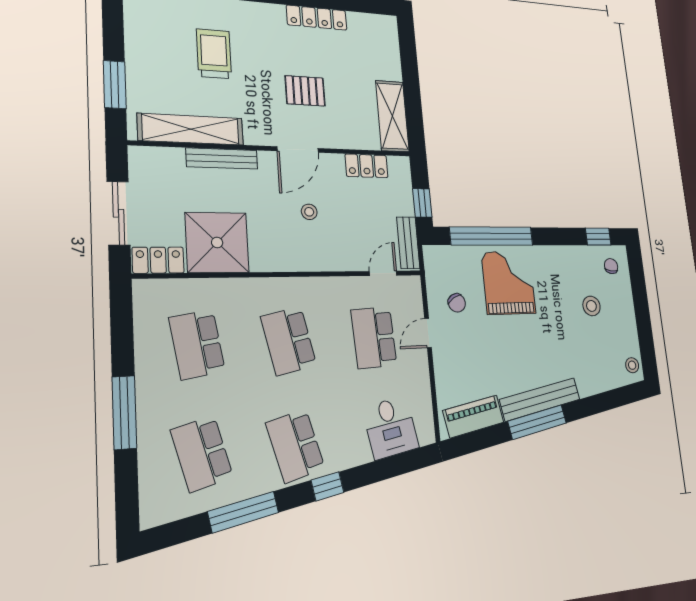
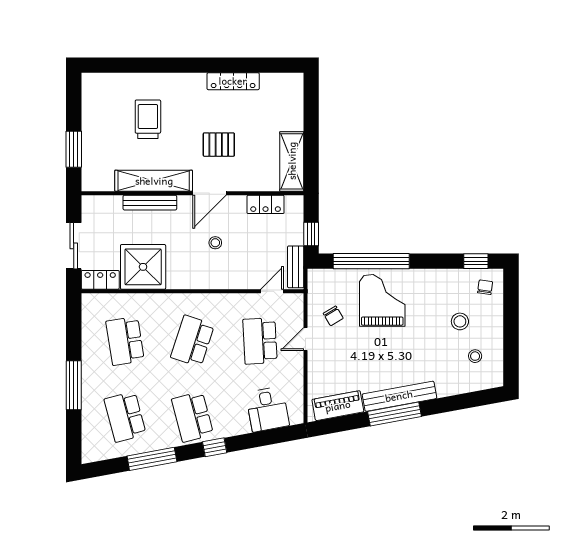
shelving: (191, 129) -> (154, 181), moved
school desk: (289, 341) -> (192, 341), turned 30
stool: (632, 365) -> (475, 356), moved

